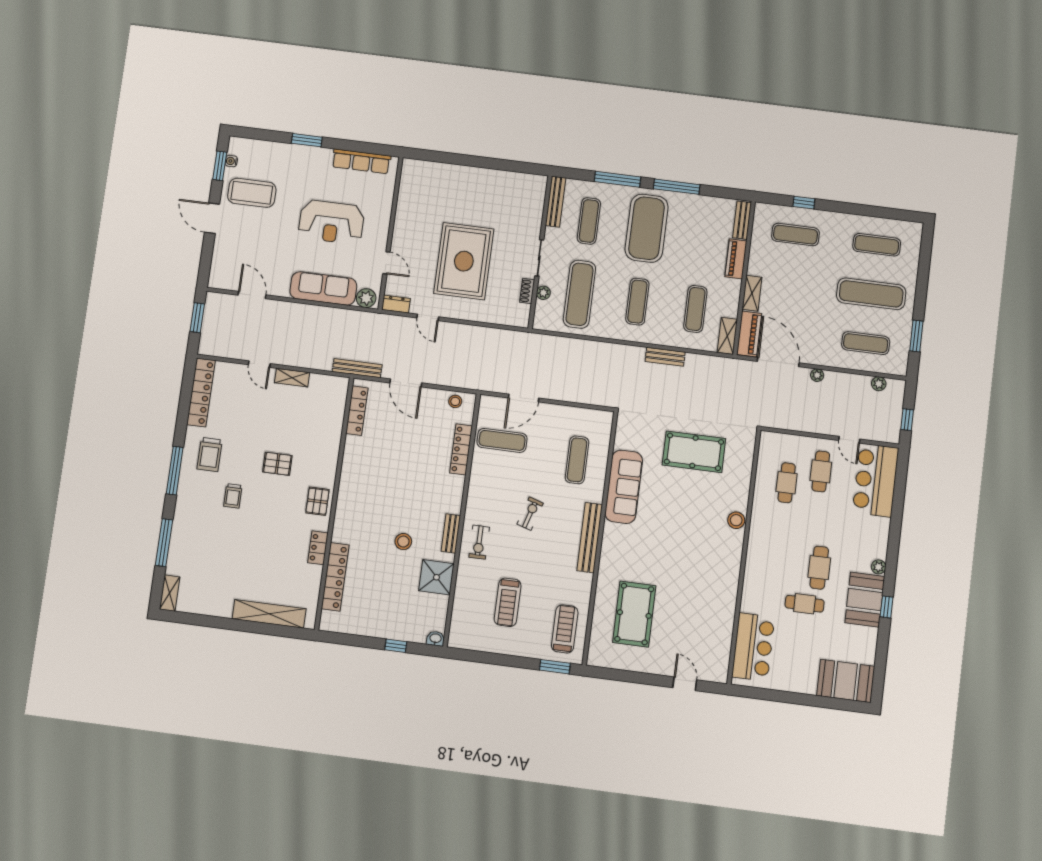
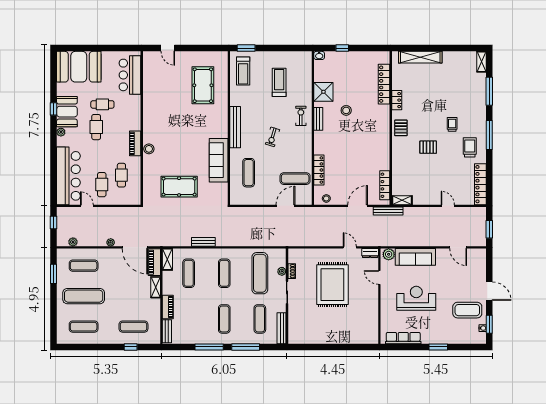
exercise mat: (647, 228) -> (224, 319), width x0.50, depth x0.69
shelving: (292, 378) -> (402, 200), moved
door: (406, 383) -> (358, 206), hinge flipped
bar counter: (876, 480) -> (68, 176), width x1.36
piano: (758, 532) -> (135, 143), added
booth: (846, 681) -> (79, 67), width x1.36, depth x1.42

